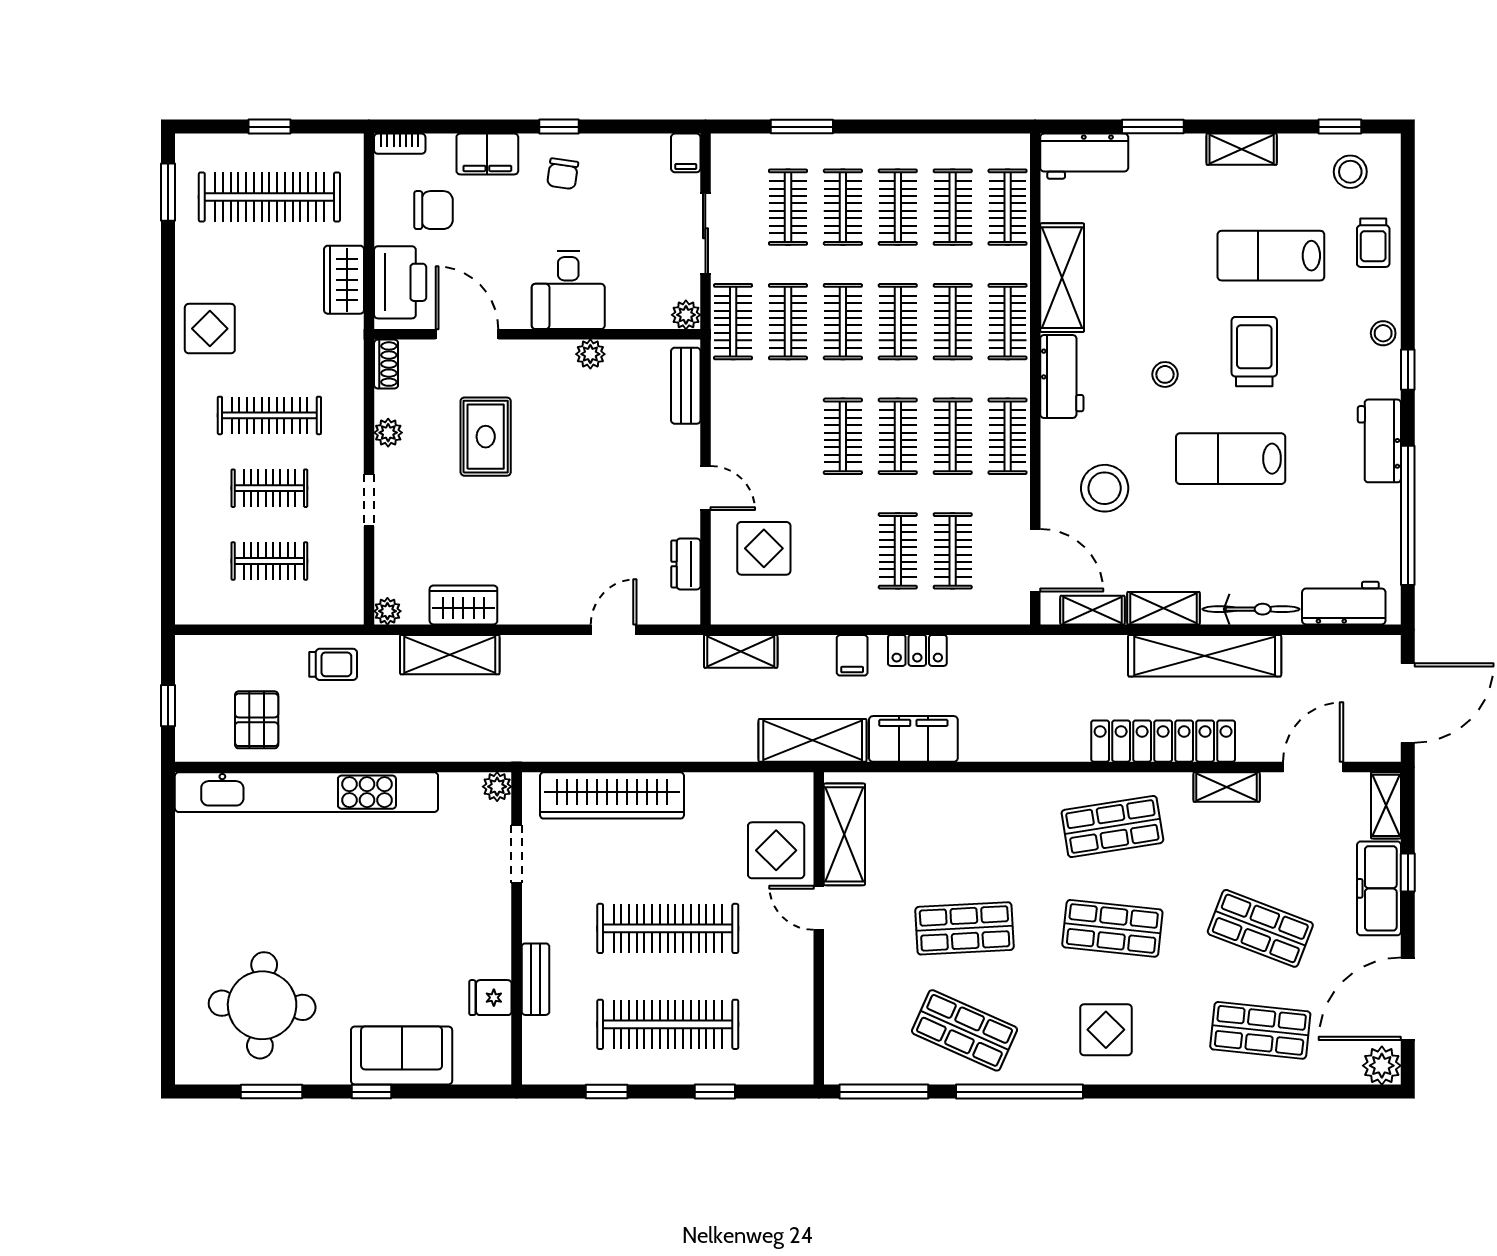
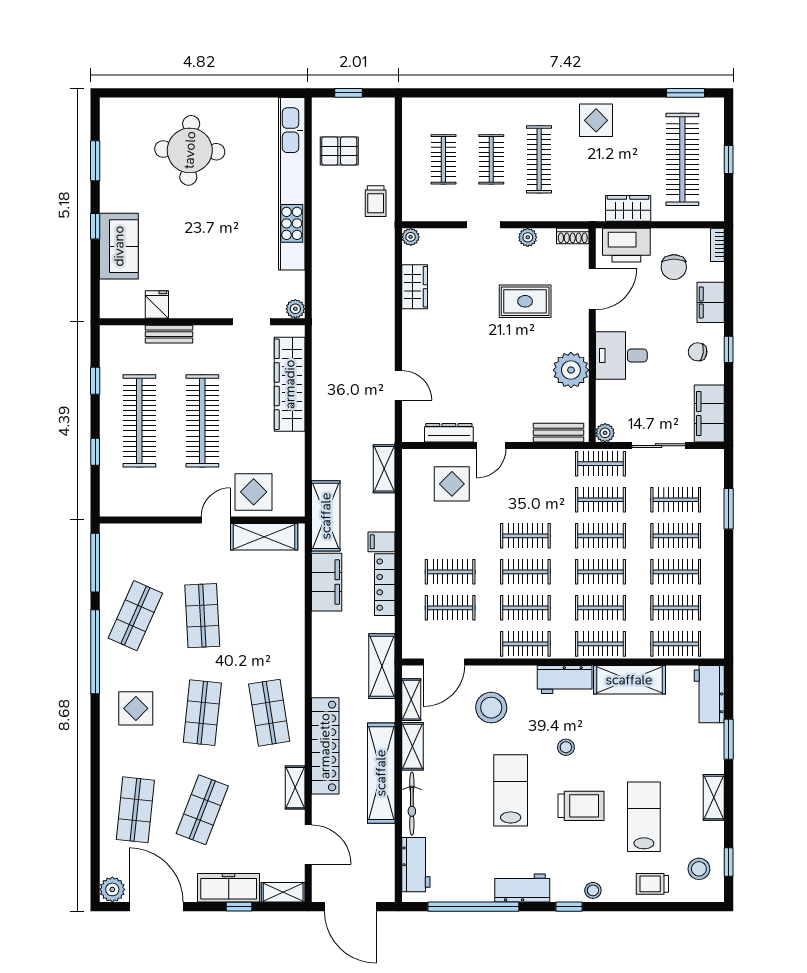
filing cabinet: (686, 153) -> (709, 414), width x3.00, depth x1.17
plant: (590, 354) -> (571, 370), width x1.88, depth x1.88
dresser: (686, 564) -> (449, 433), width x1.44
locker: (917, 650) -> (385, 585), width x1.53
shelving: (450, 655) -> (382, 666), moved
round table: (262, 1005) -> (190, 150), moved

